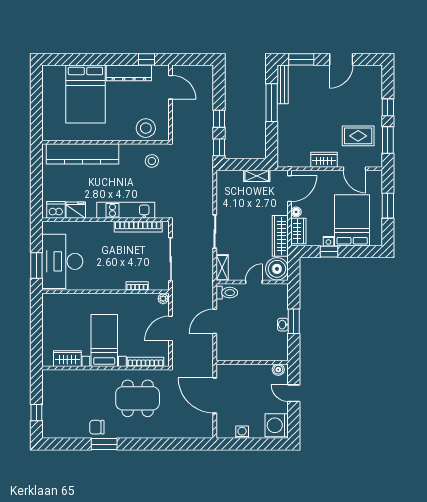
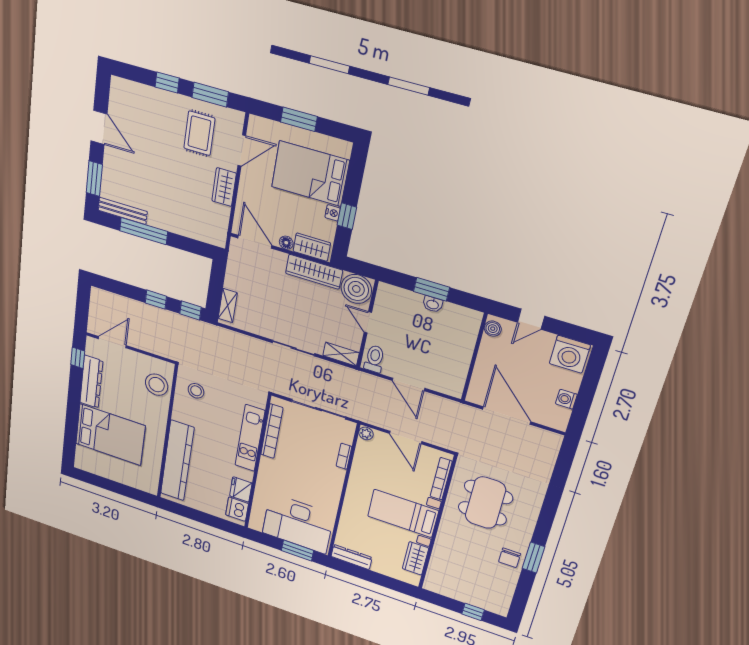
shelving: (257, 176) -> (228, 306), moved
dresser: (48, 309) -> (351, 557), added
door: (215, 395) -> (507, 415), swing flipped

